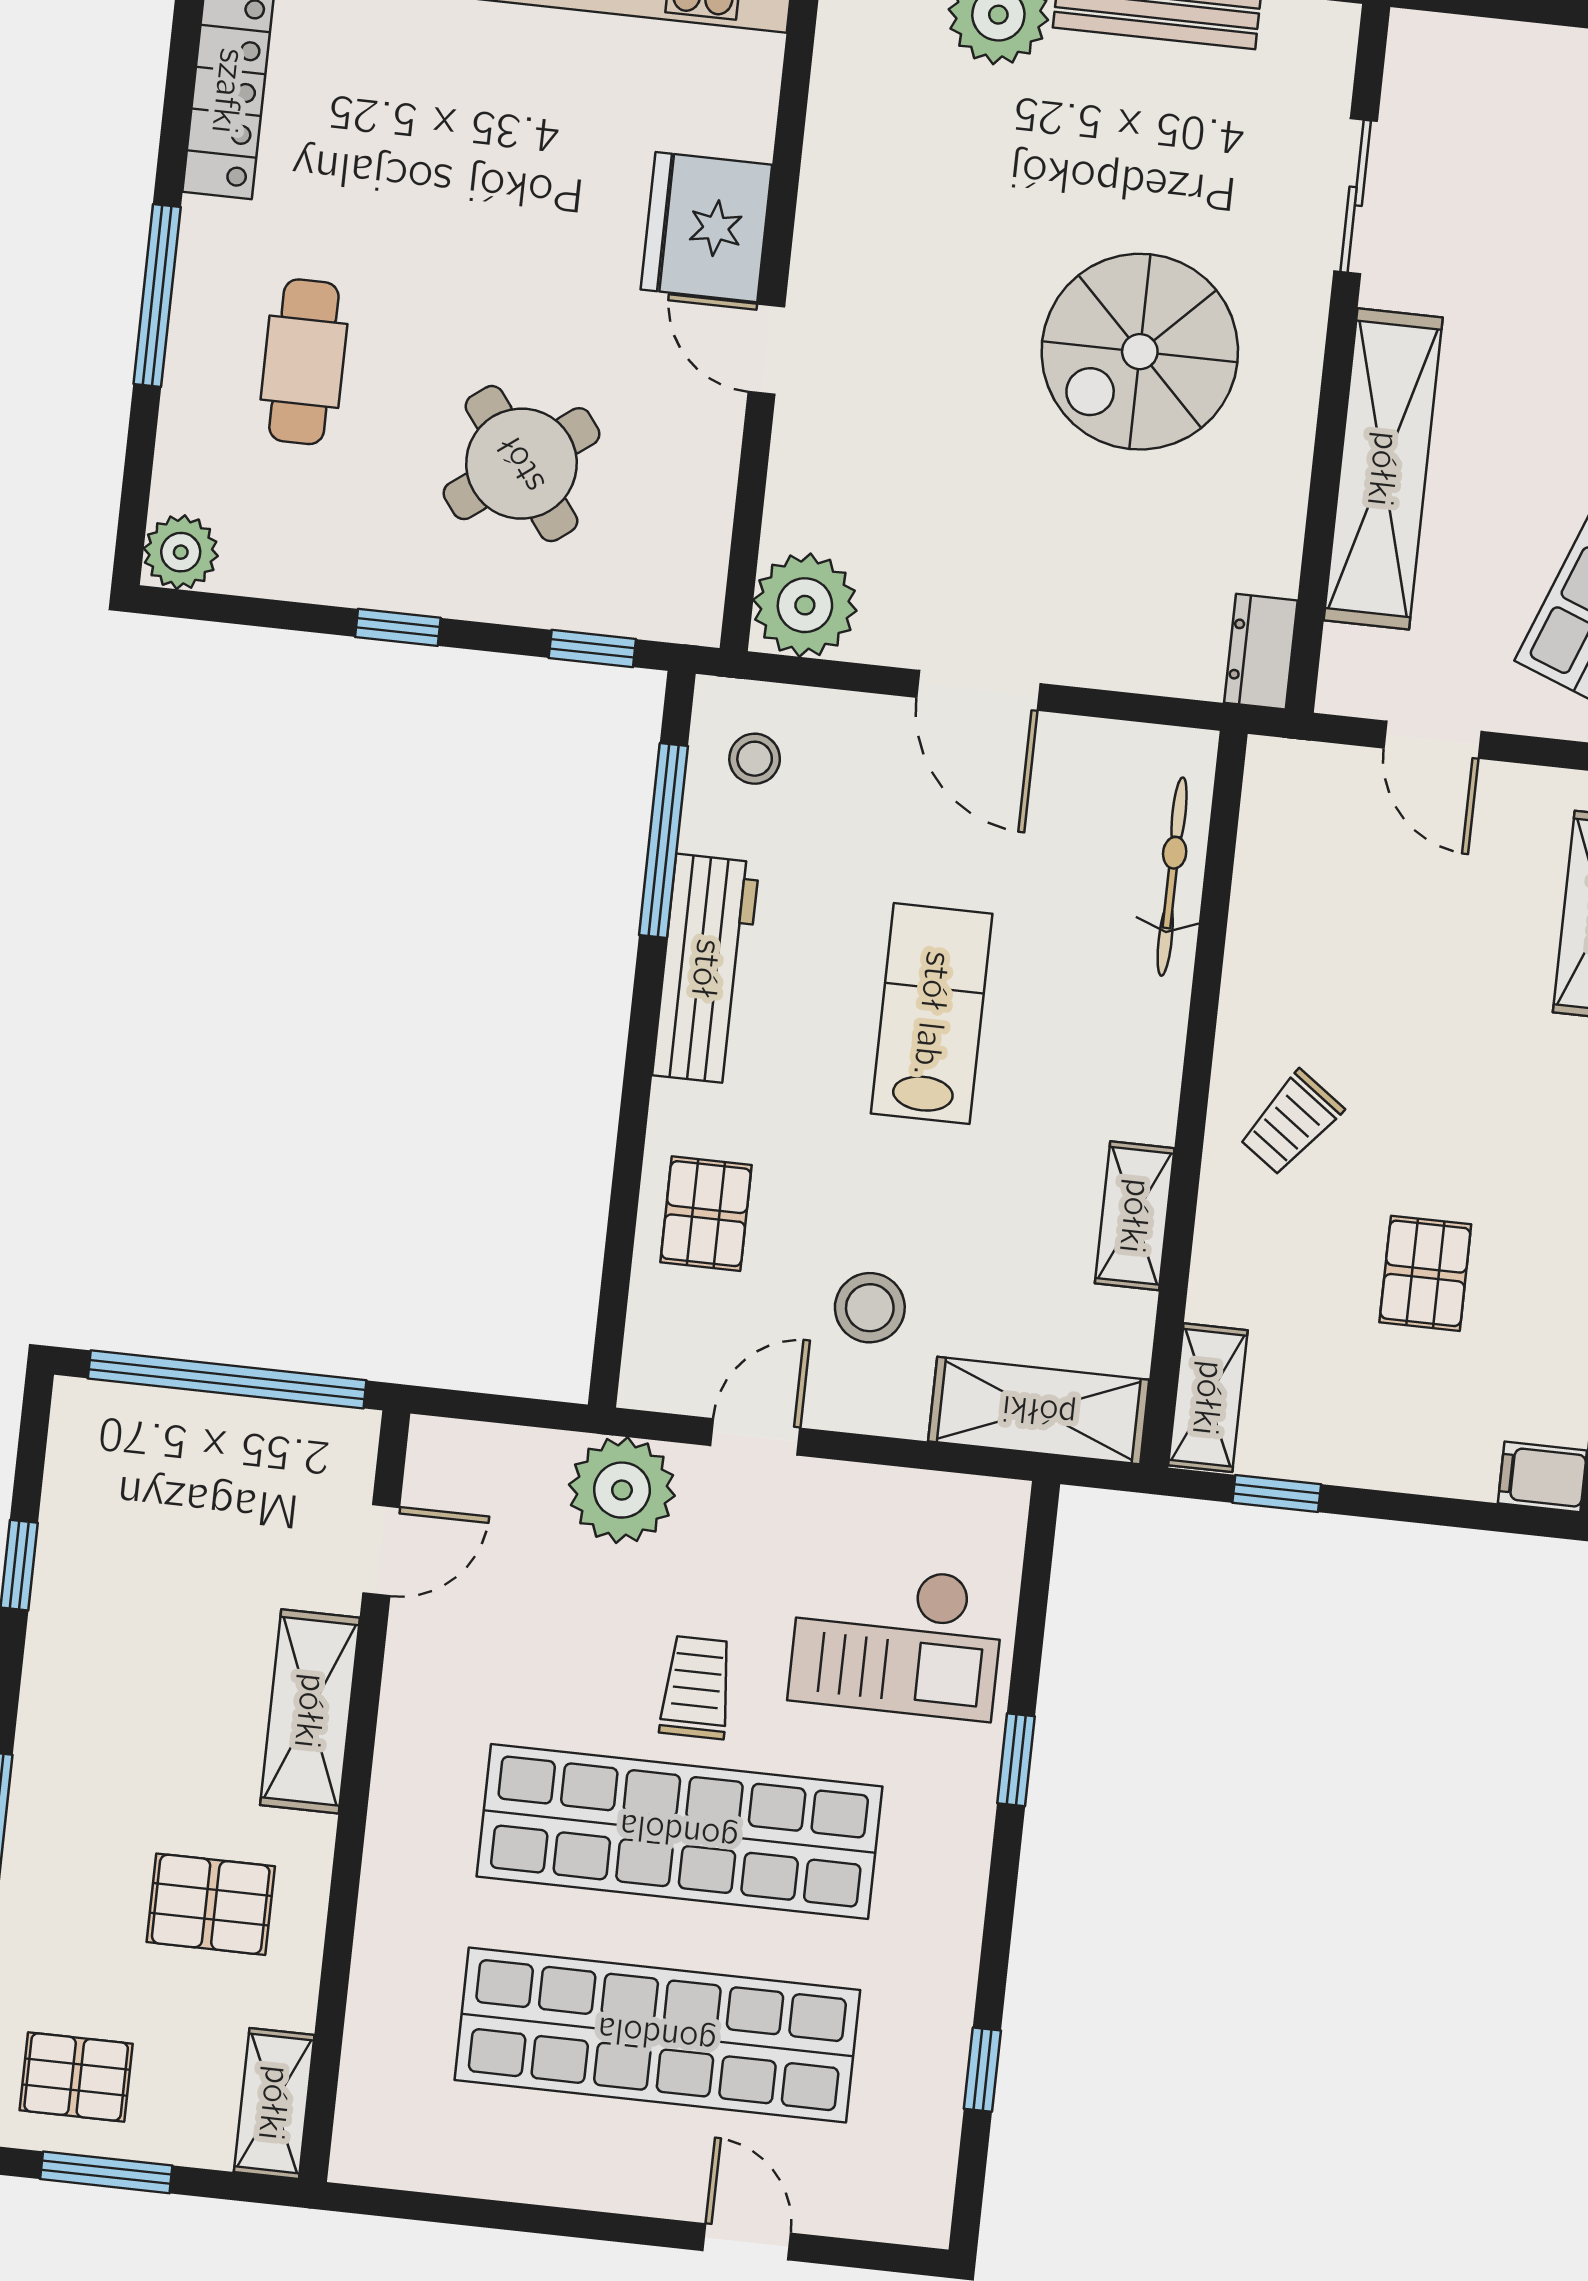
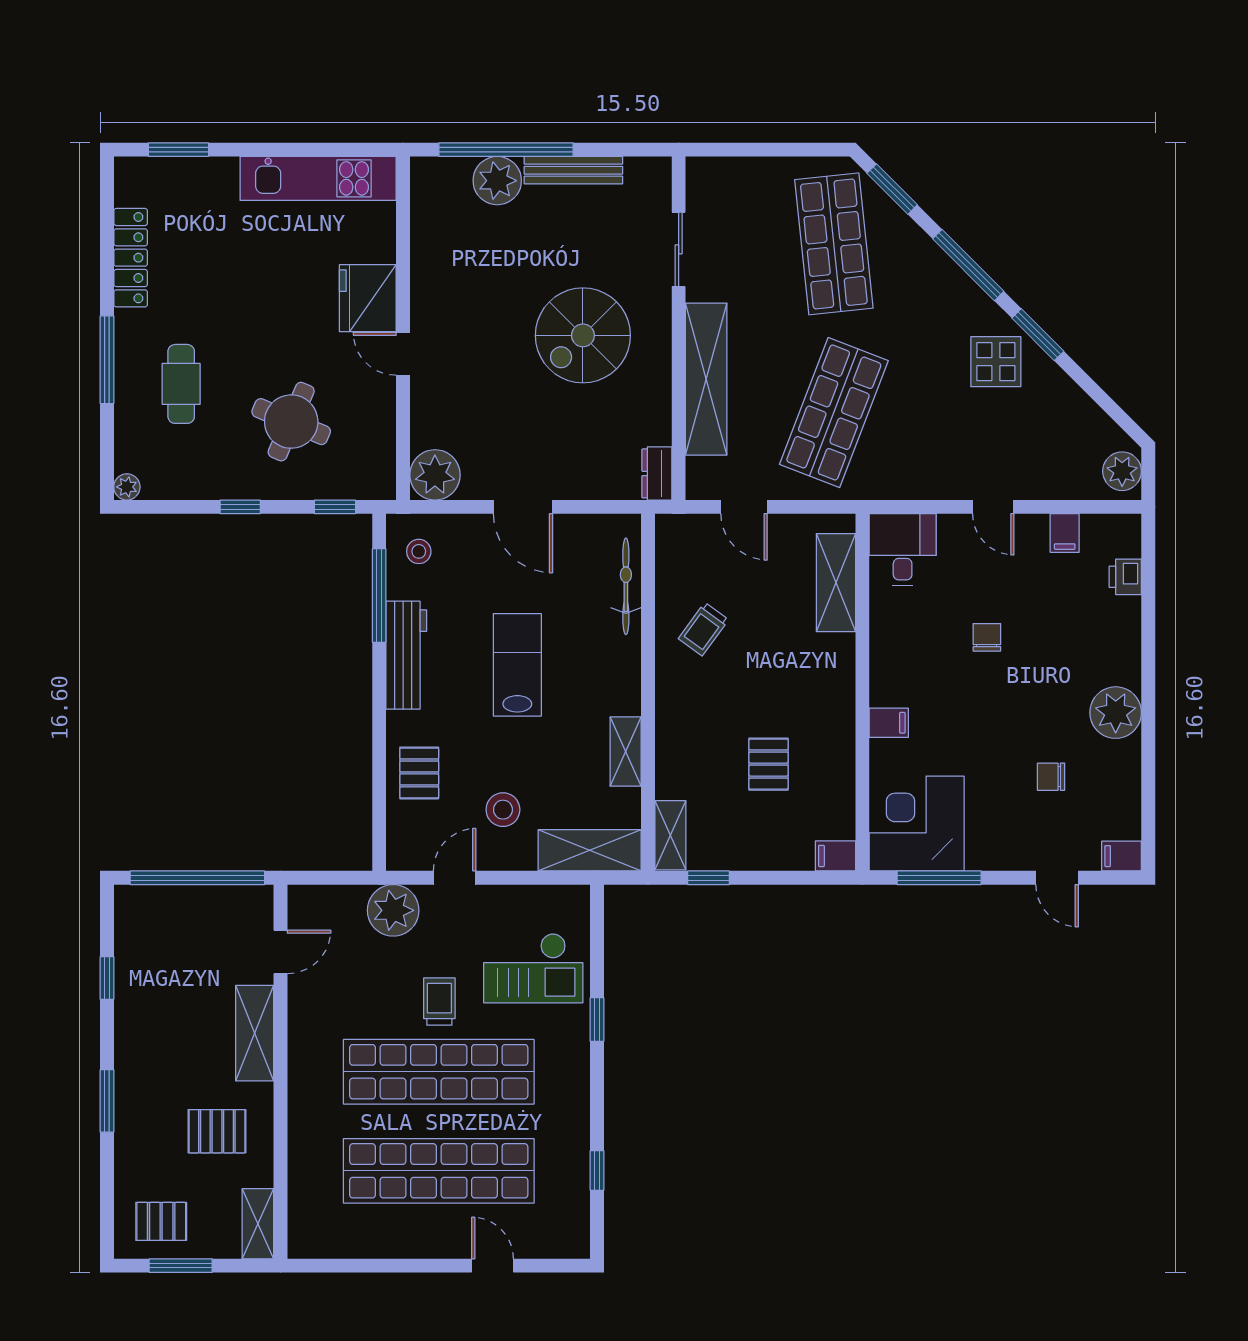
round table: (521, 464) -> (291, 422), turned -30
plant: (181, 552) -> (127, 487), width x0.73, depth x0.73
trolley: (1291, 1123) -> (703, 629), moved

